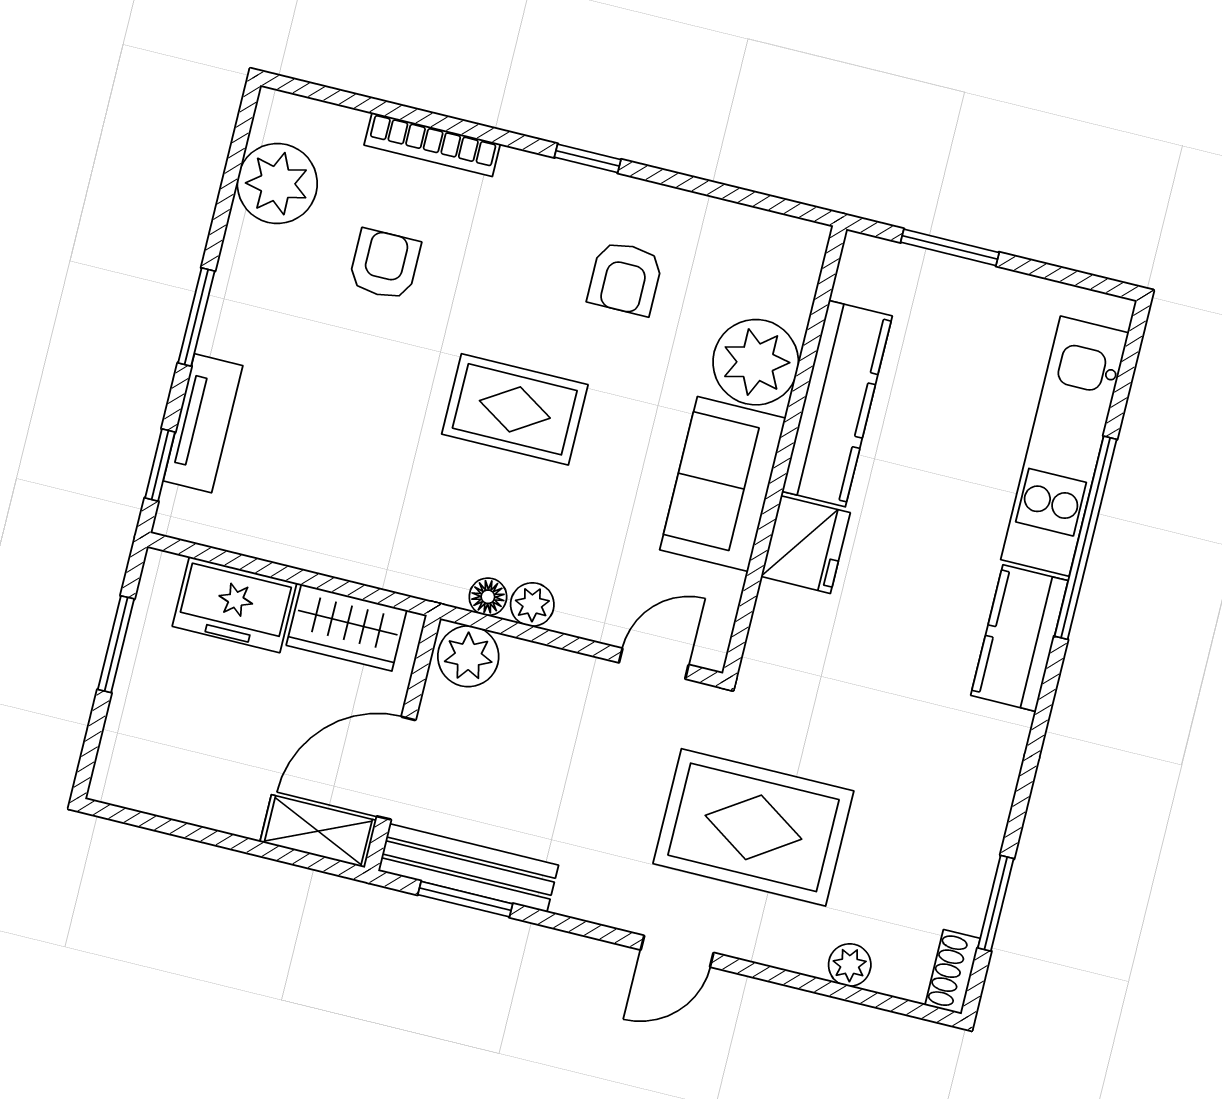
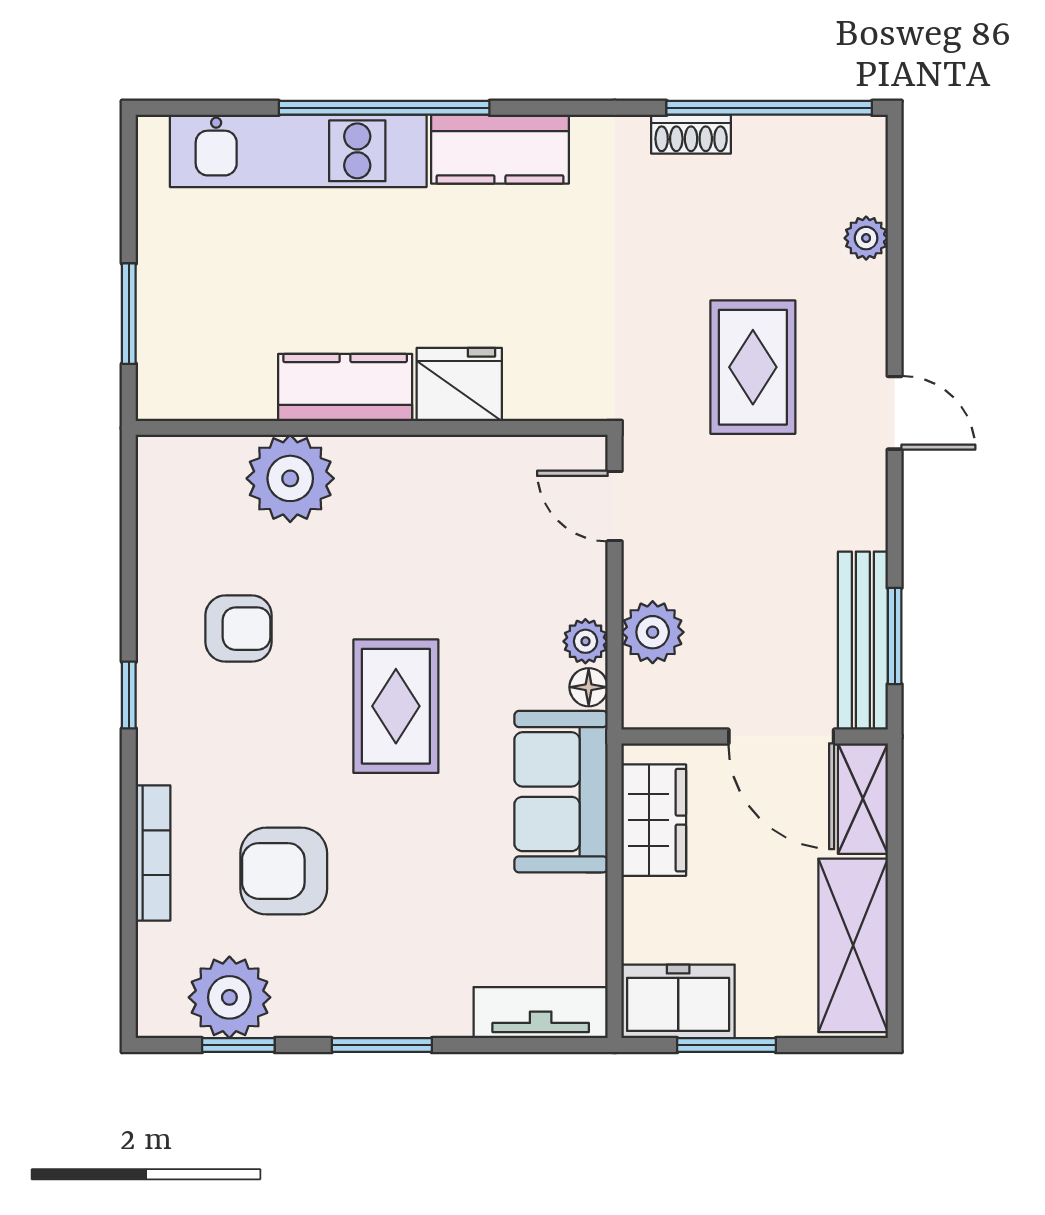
armchair: (385, 264) -> (284, 871), width x1.38, depth x1.38
kitchen counter: (837, 404) -> (345, 388), width x0.67
tv unit: (203, 423) -> (541, 1013), moved
window: (160, 465) -> (238, 1045), moved
sofa: (723, 484) -> (561, 792), moved, turned 90
freezer: (235, 605) -> (678, 1001), moved, turned -90
plant: (468, 656) -> (653, 632), moved
shelving: (181, 788) -> (853, 945), added
rug: (753, 827) -> (753, 367), width x0.73, depth x0.70
window: (996, 903) -> (769, 108), width x2.11
shoe rack: (953, 972) -> (691, 134), moved

